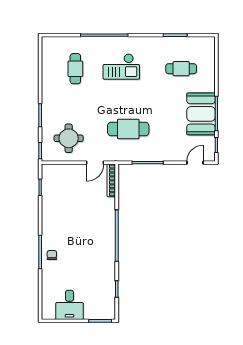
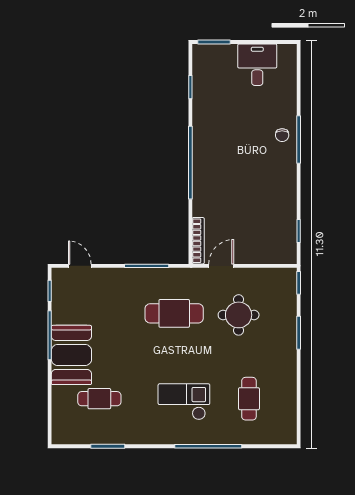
booth: (201, 114) -> (71, 355), moved
round table: (69, 138) -> (239, 315), moved
door: (195, 163) -> (80, 266), swing flipped

